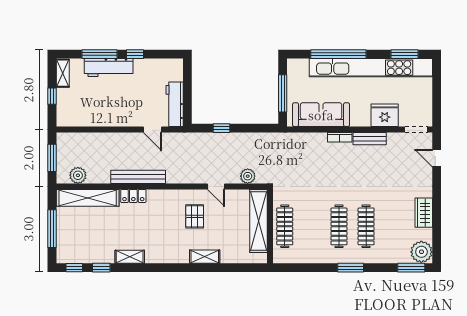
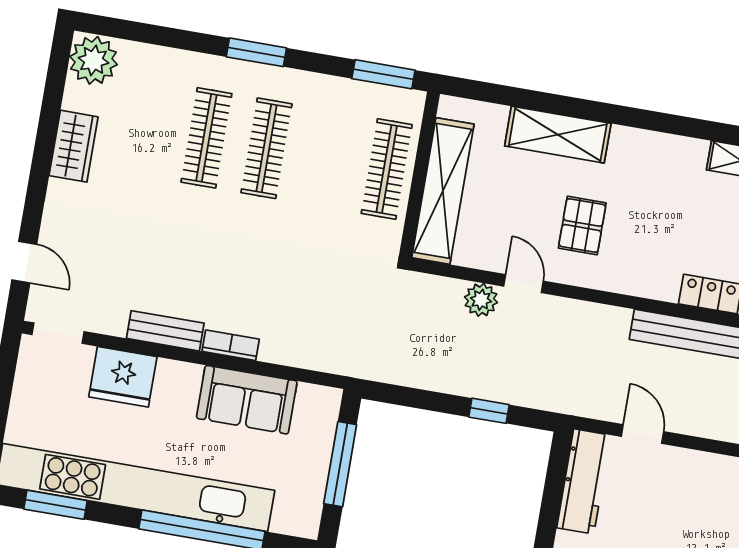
sofa: (321, 115) -> (247, 400), width x0.73
plant: (248, 176) -> (481, 300), moved
shelving: (205, 257) -> (558, 135), width x1.50, depth x1.33
window: (411, 268) -> (383, 74), moved

